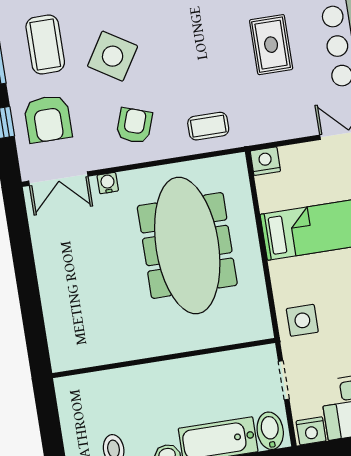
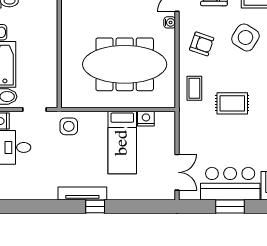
rug: (271, 45) -> (232, 103), moved
nightstand: (265, 161) -> (146, 119), moved, turned -90

